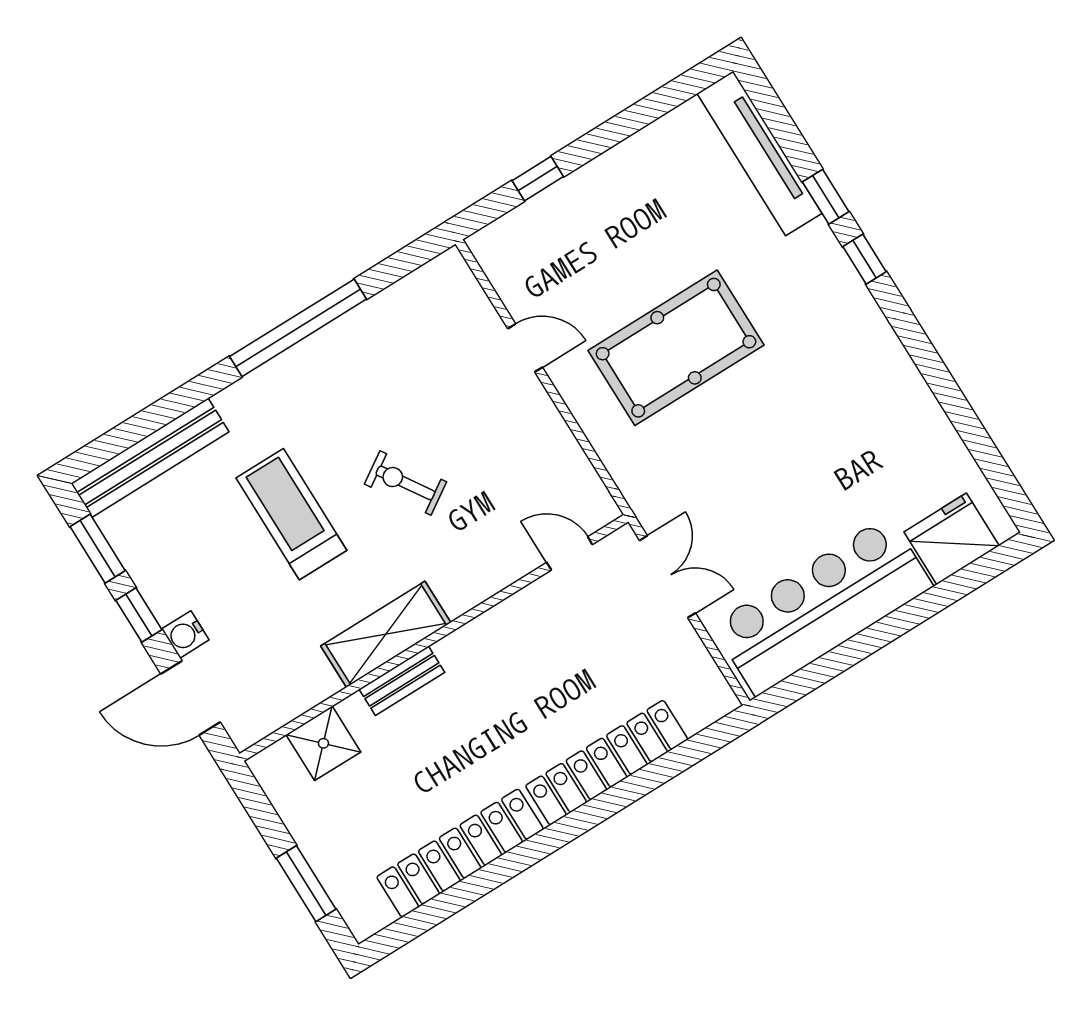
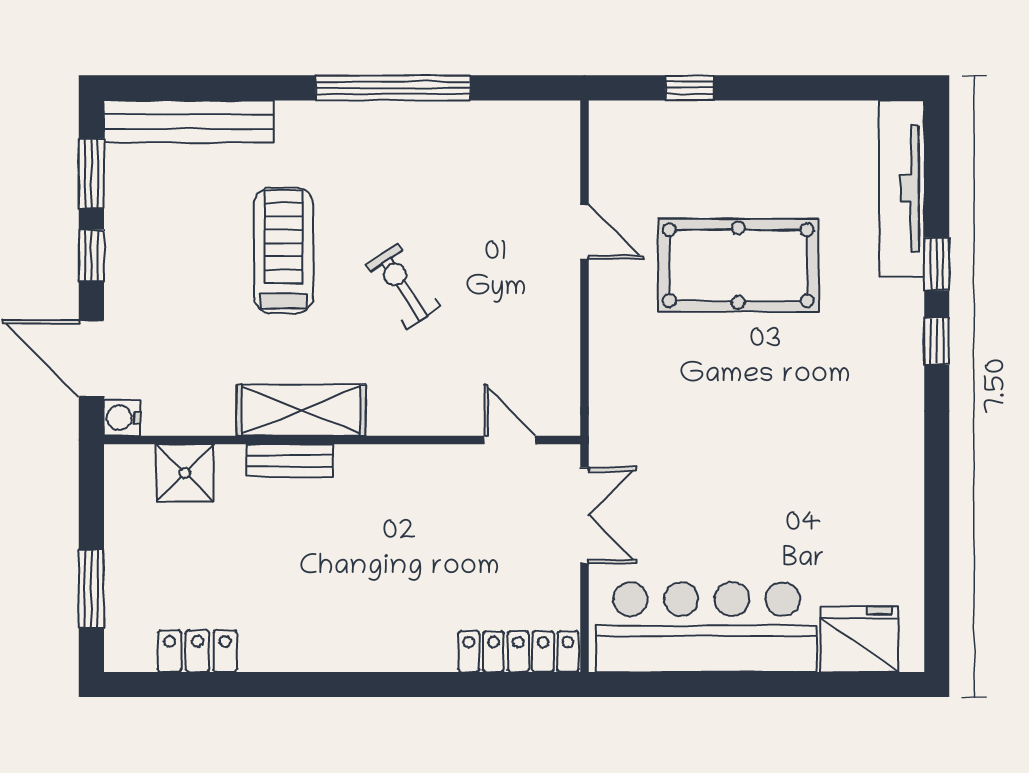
pool table: (676, 348) -> (738, 265), moved
water cooler: (185, 634) -> (122, 418), moved
locker: (607, 763) -> (518, 652), moved, width x0.71, depth x0.83
locker: (460, 853) -> (197, 651), width x0.46, depth x0.83

